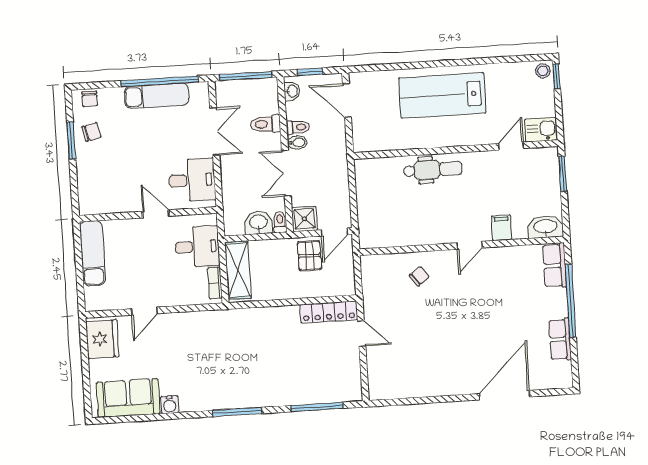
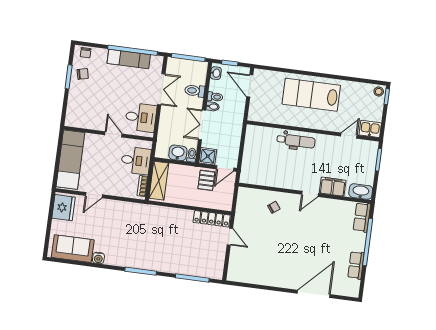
filing cabinet: (502, 228) -> (333, 187), width x2.00
exam couch: (93, 253) -> (70, 160), width x1.36, depth x1.45

